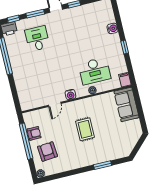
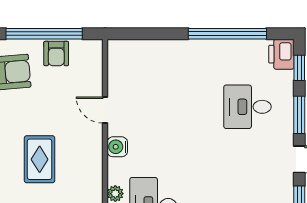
desk: (37, 39) -> (247, 107), turned 180
rug: (85, 129) -> (40, 159), turned 90

